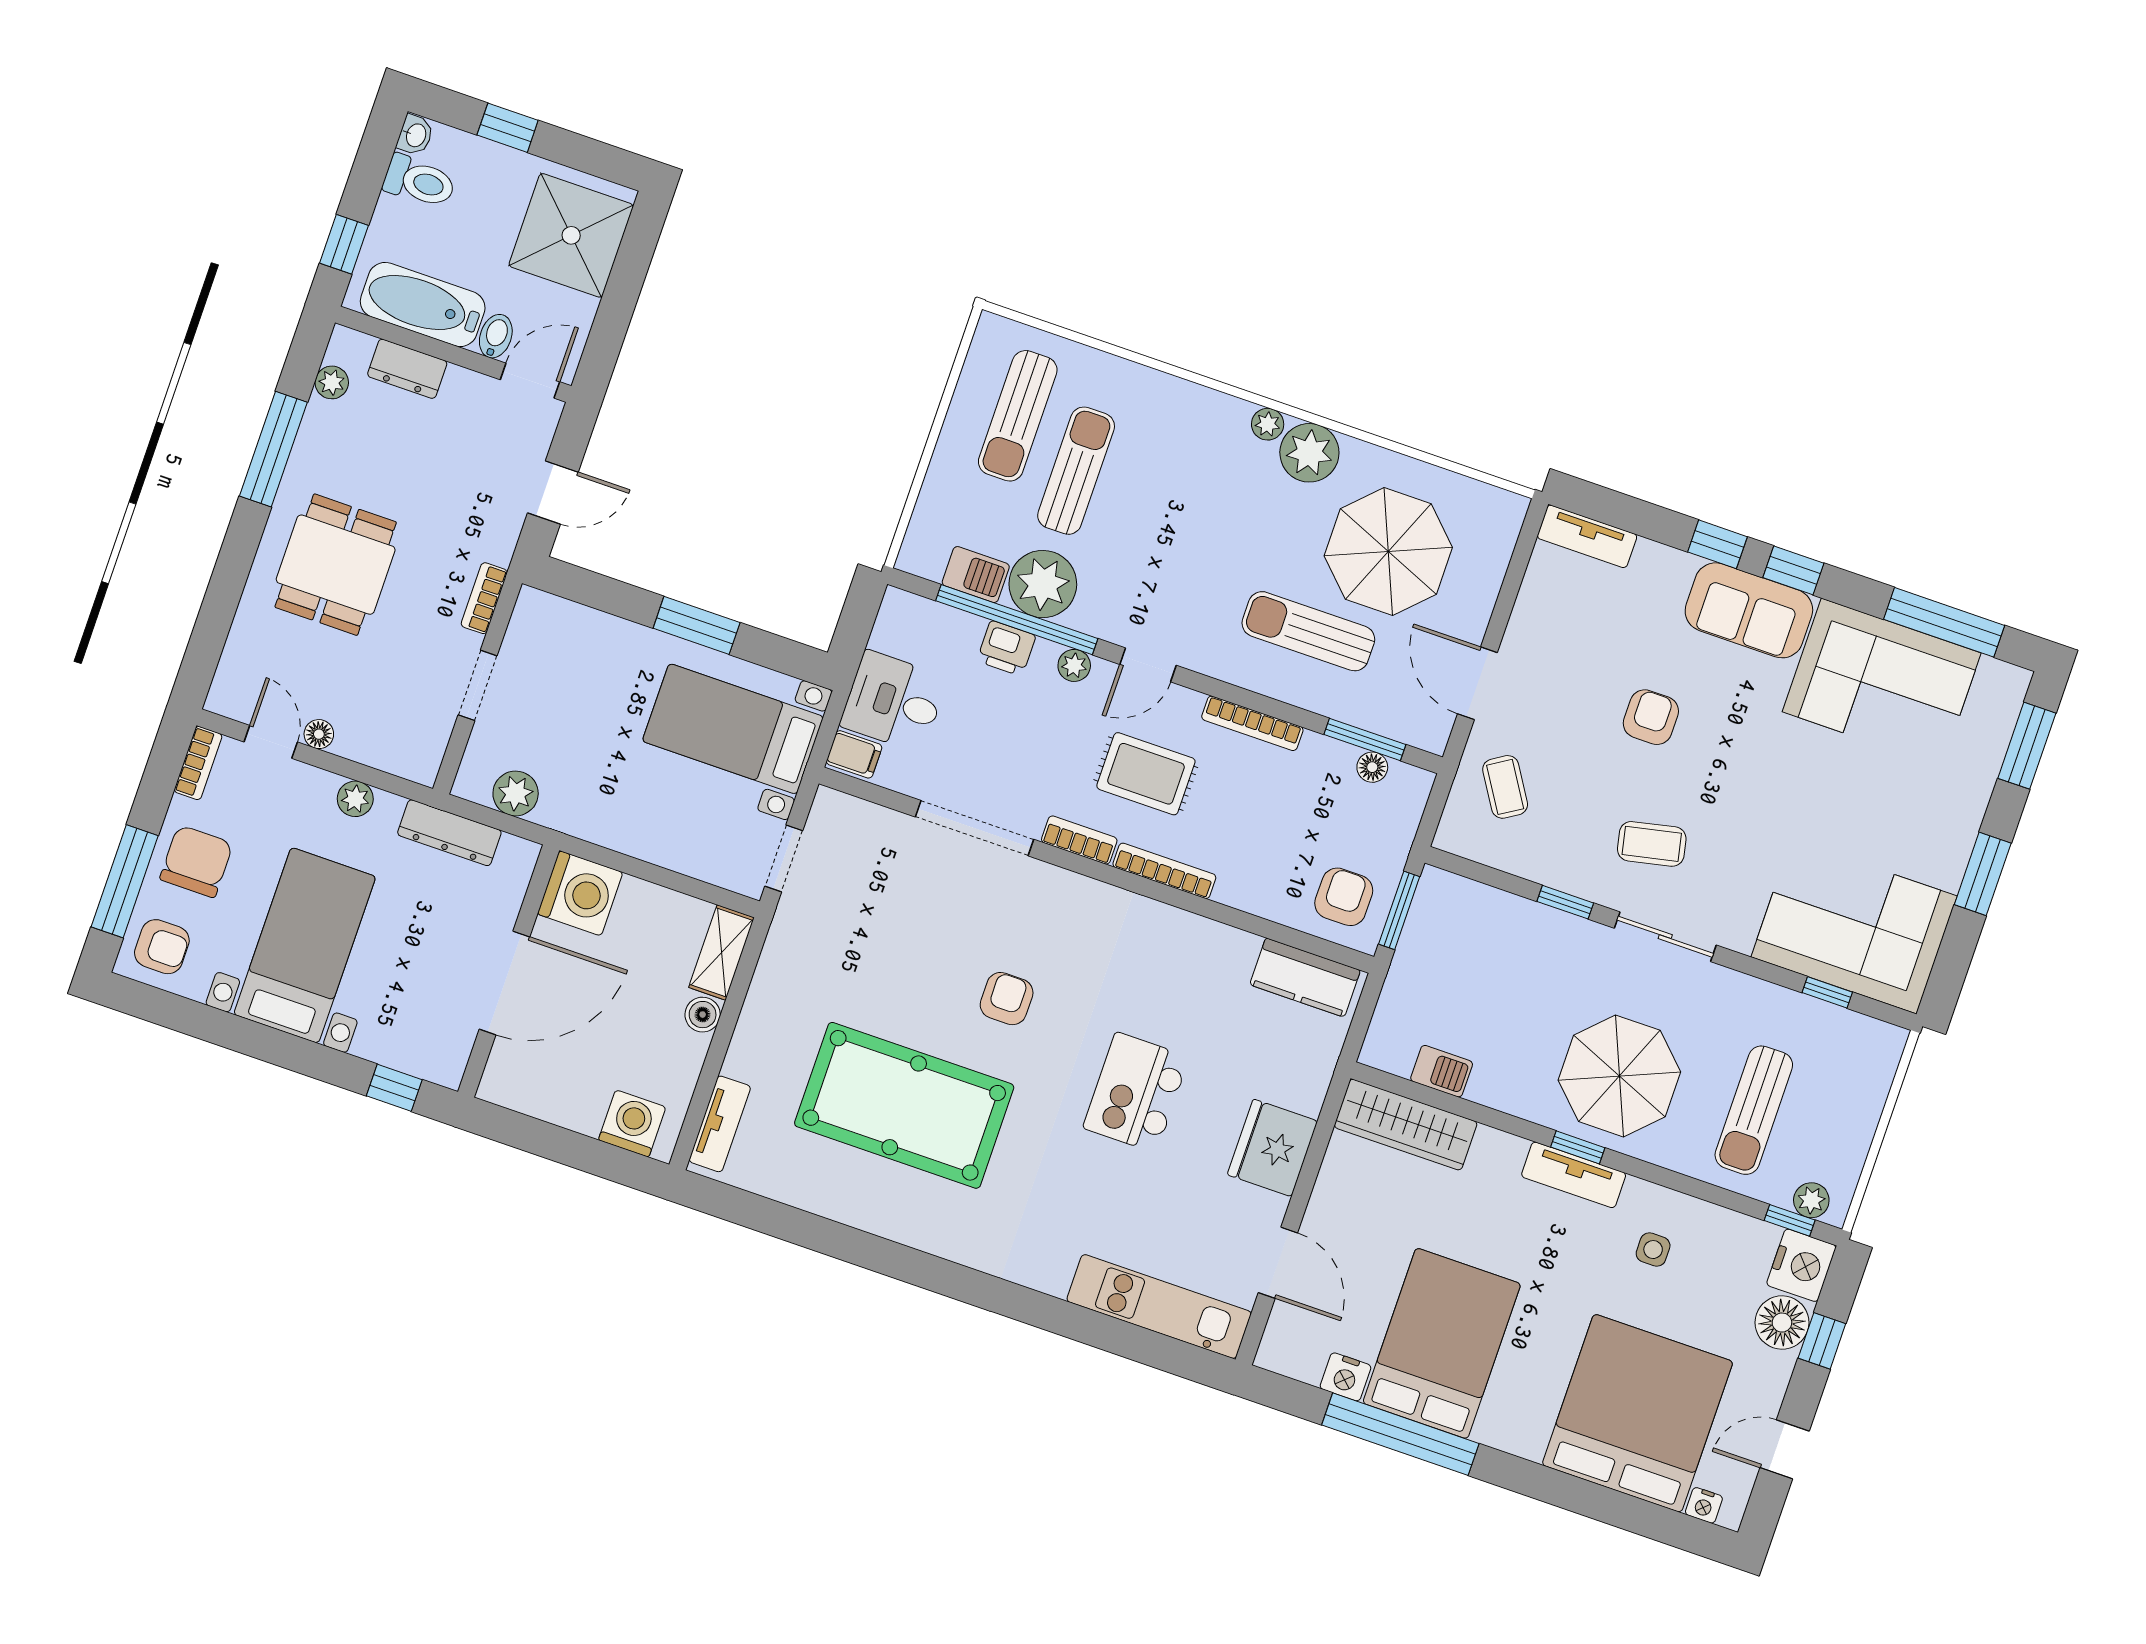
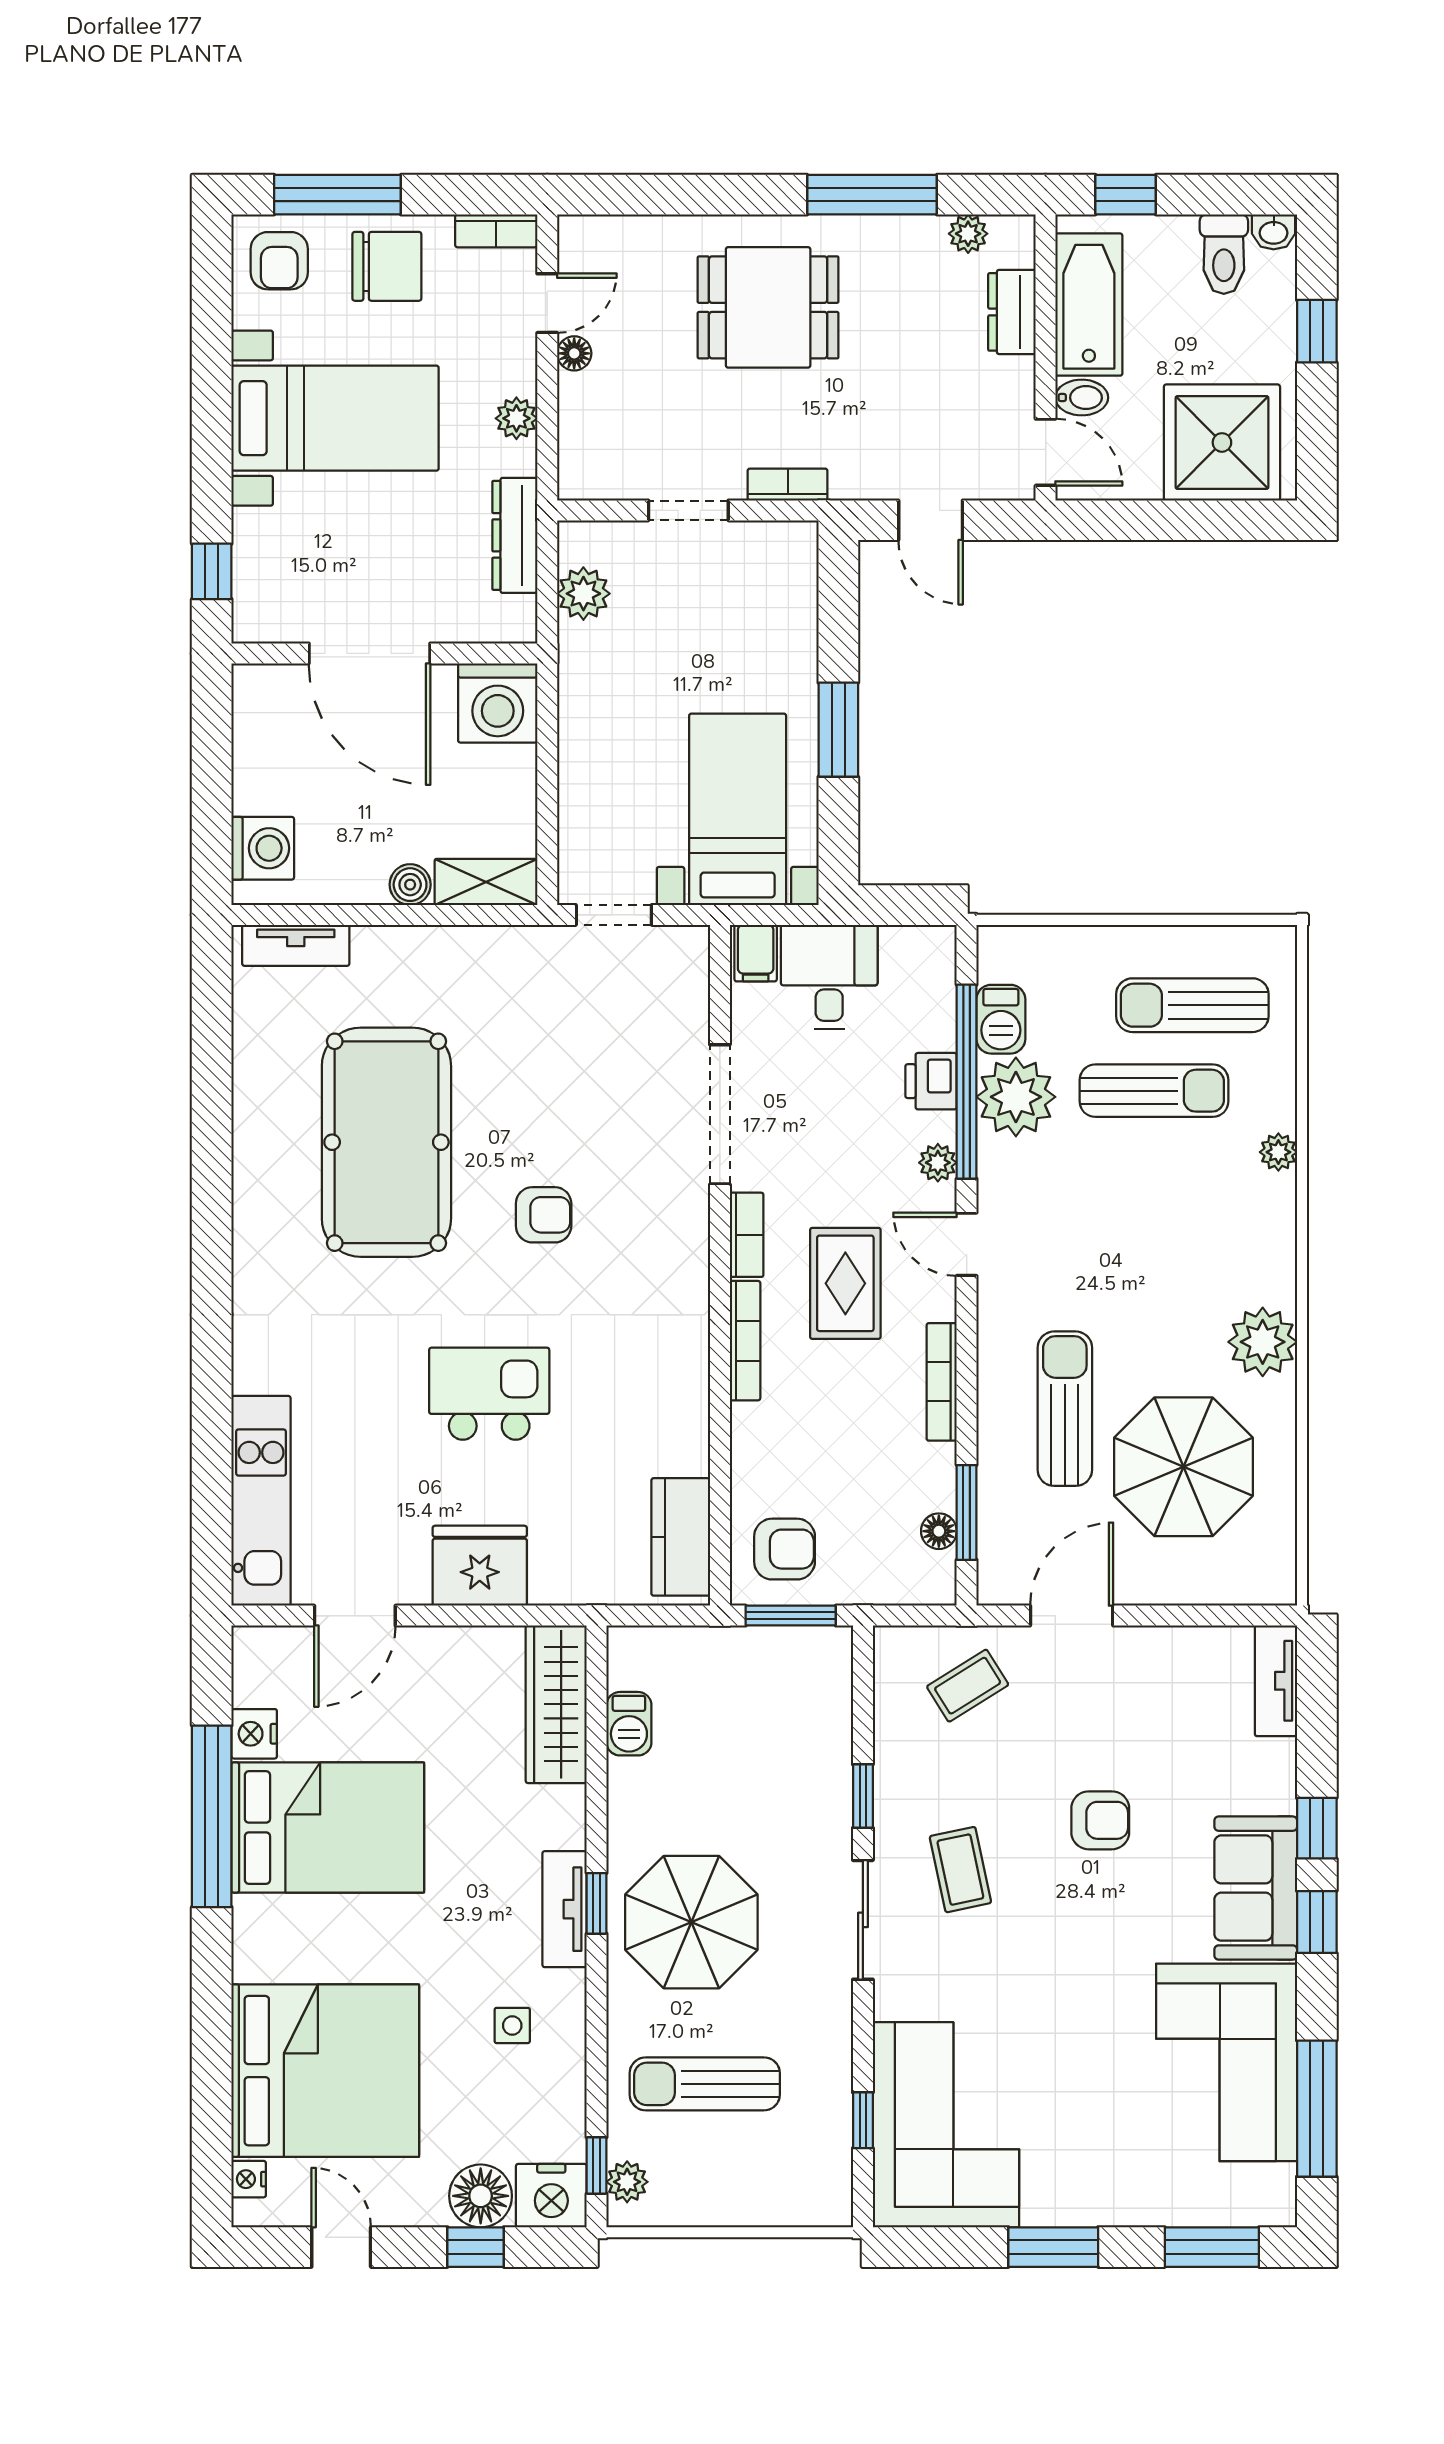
plant: (1268, 424) -> (1278, 1152), moved

